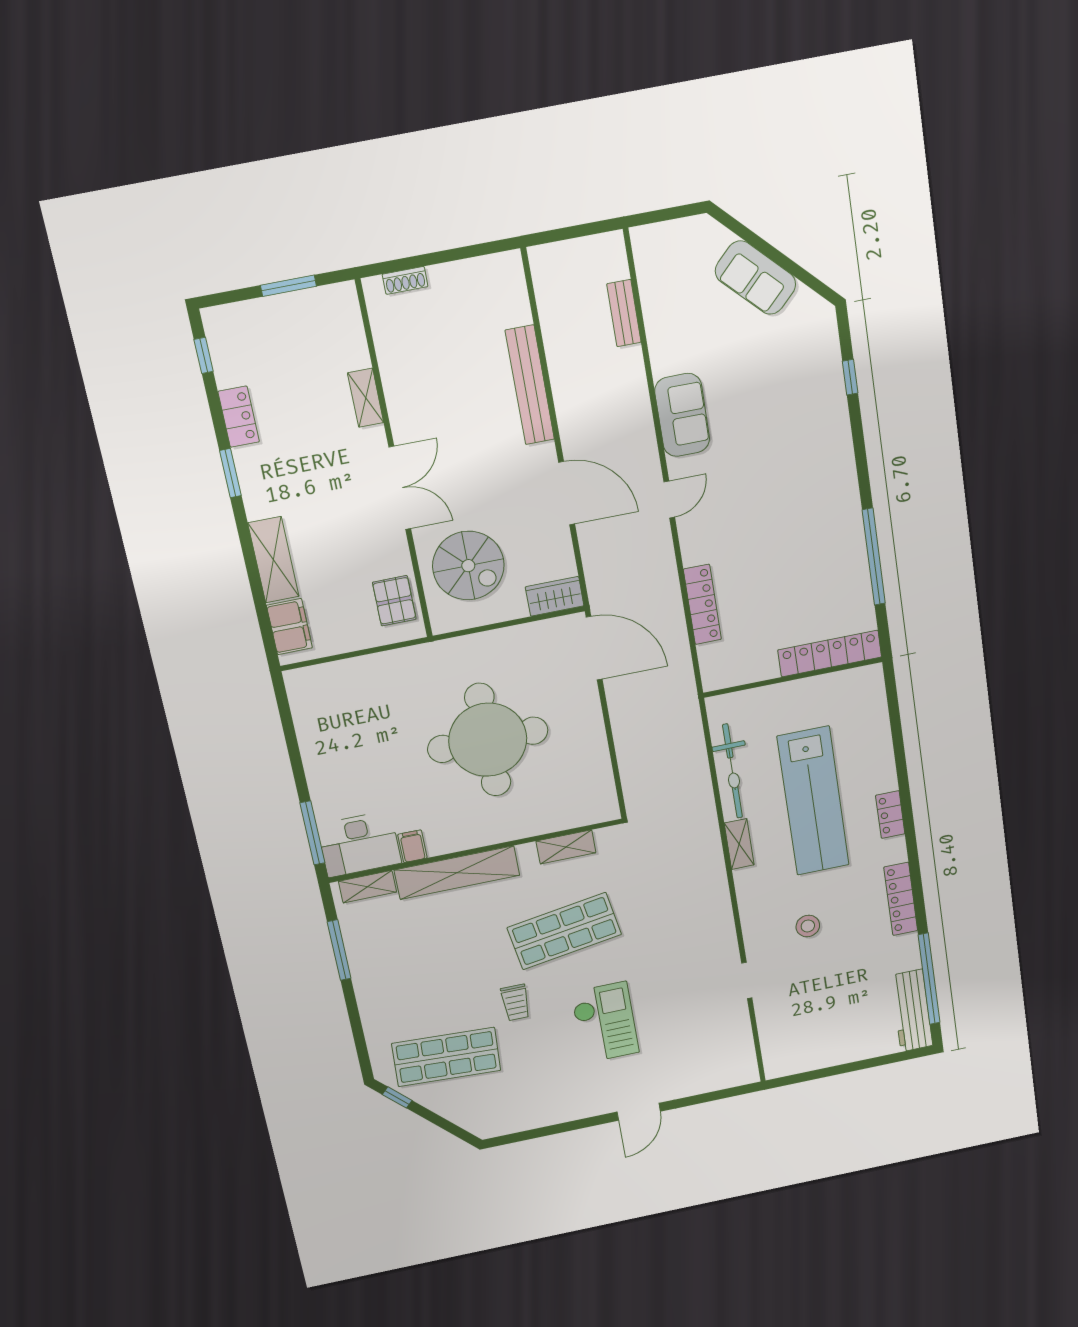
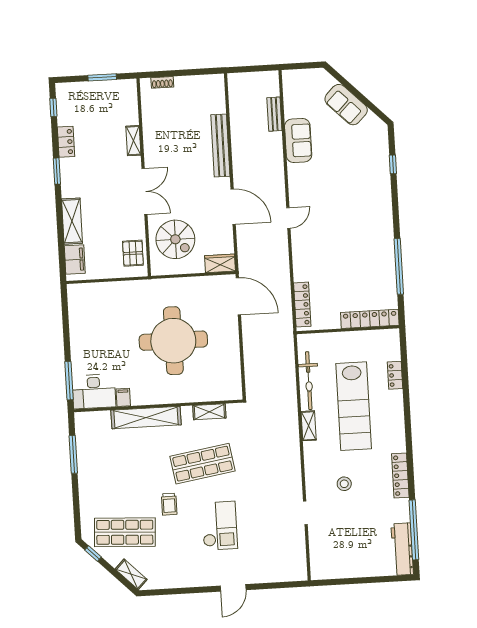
sofa: (682, 415) -> (298, 141), moved
locker: (702, 604) -> (302, 305), moved
locker: (890, 815) -> (395, 375), moved
shelving: (367, 887) -> (131, 574), moved, turned 45

